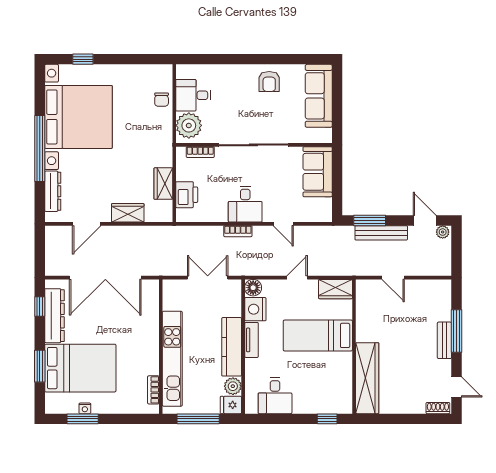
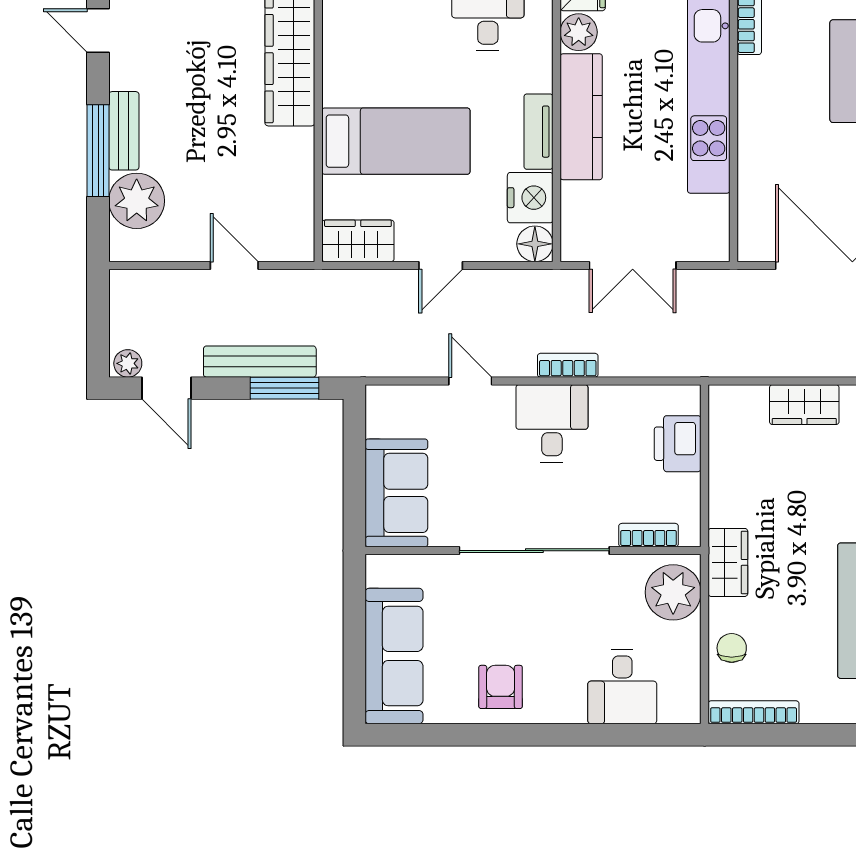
bookcase: (151, 70) -> (754, 712), added
desk: (193, 95) -> (622, 687), moved, turned 90
wardrobe: (163, 184) -> (728, 562), moved
plant: (439, 308) -> (137, 201), added

